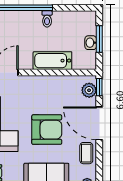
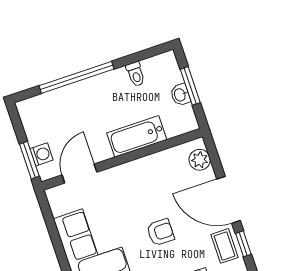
toilet: (47, 19) -> (136, 74), moved
window: (99, 87) -> (243, 244), moved
armchair: (47, 130) -> (160, 232), width x0.53, depth x0.53

